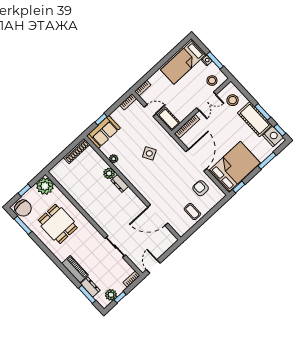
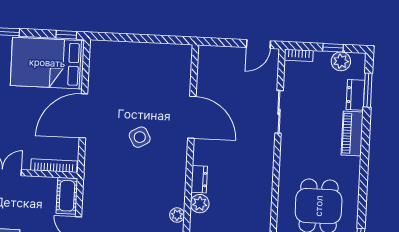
side table: (149, 153) -> (140, 137), moved
armchair: (201, 188) -> (112, 78), removed
coffee table: (192, 212) -> (149, 61), removed
door: (158, 215) -> (192, 117), moved

